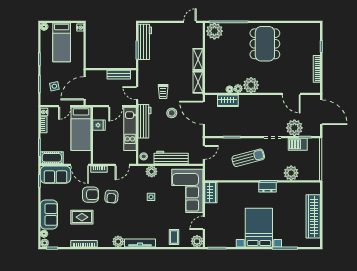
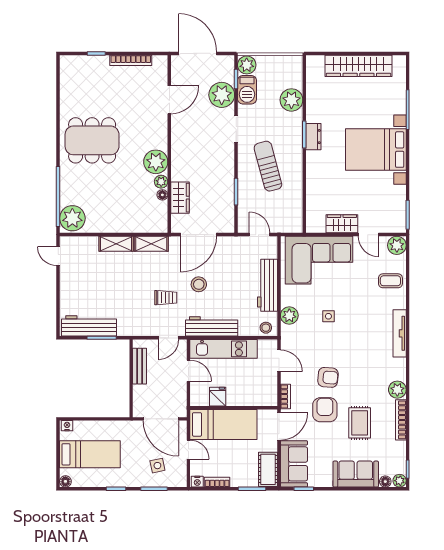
door: (321, 112) -> (198, 53), hinge flipped
plant: (314, 144) -> (247, 65), added
wardrobe: (211, 193) -> (342, 224), moved
plant: (118, 242) -> (397, 390), moved

